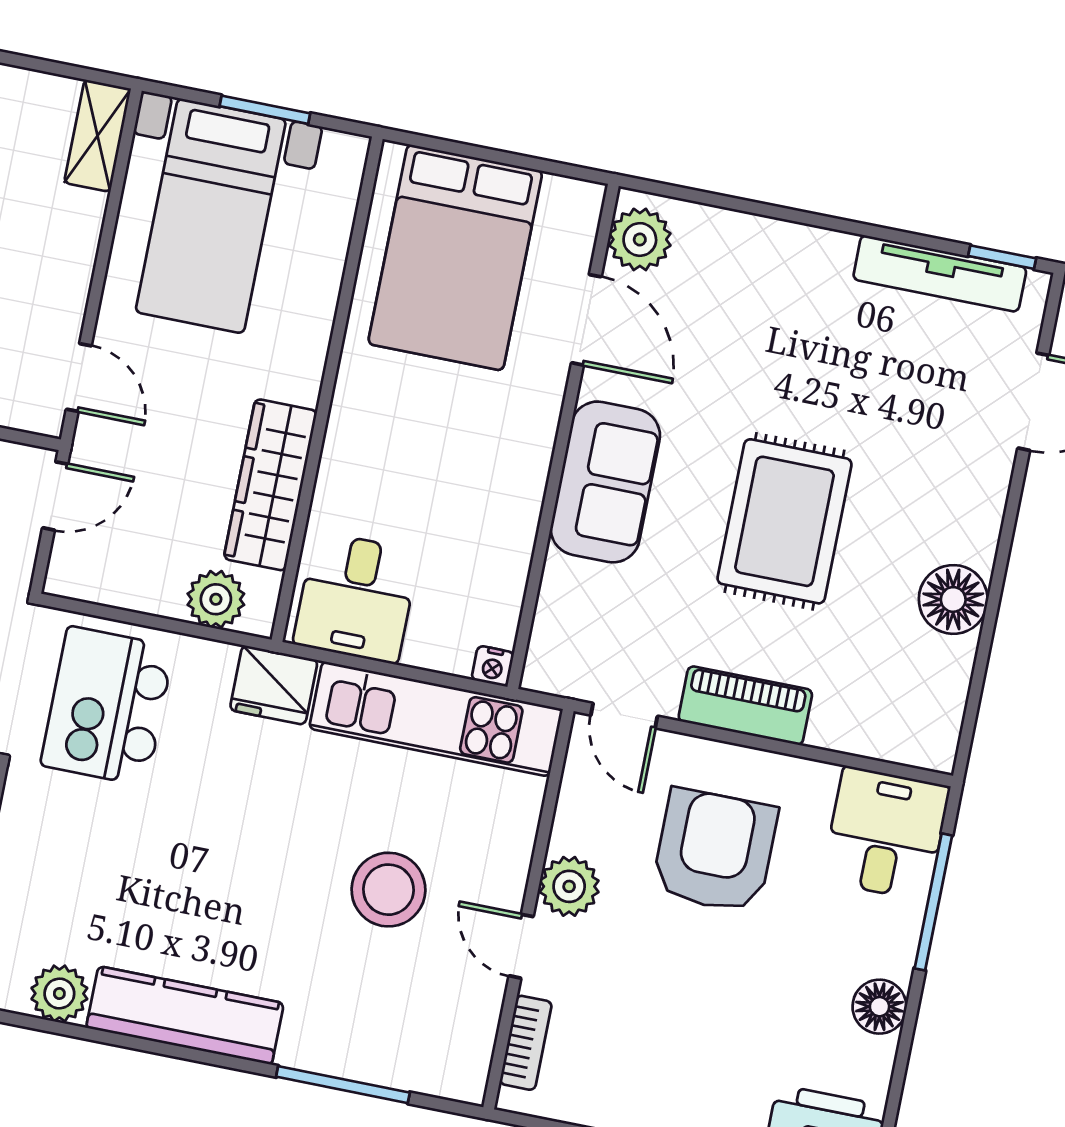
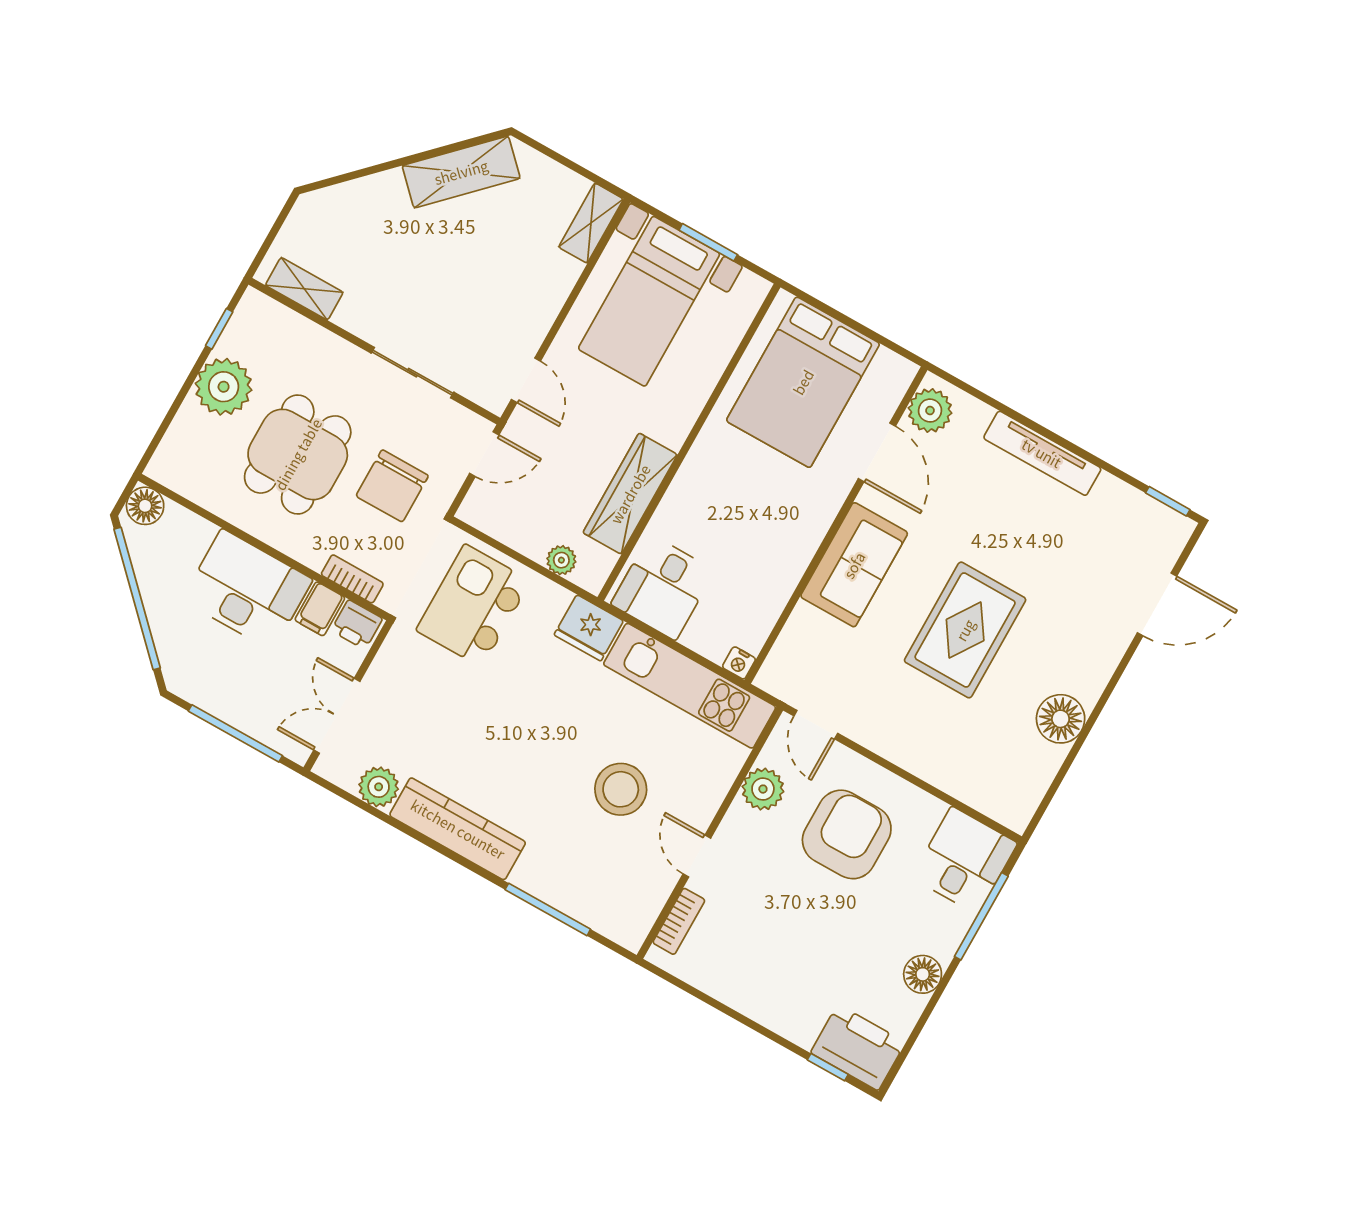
tv unit: (940, 273) -> (1042, 453), moved
plant: (216, 599) -> (561, 560), width x0.73, depth x0.73
piano: (745, 706) -> (899, 744), removed
plant: (569, 886) -> (763, 789), moved

